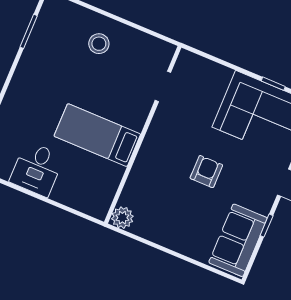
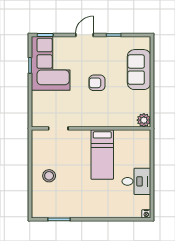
sofa: (238, 240) -> (139, 70), moved, turned 90

